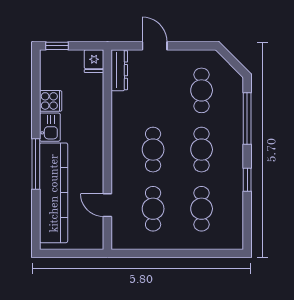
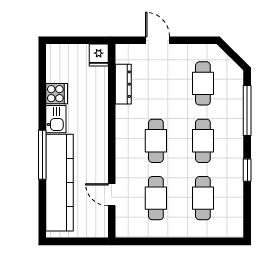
window: (57, 46) -> (63, 40), removed
dresser: (119, 70) -> (123, 84), moved

